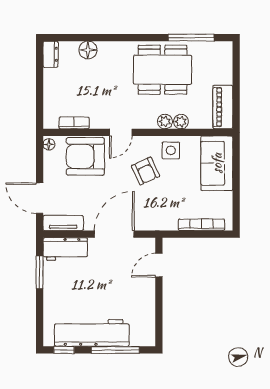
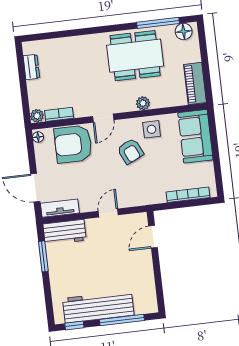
floor lamp: (88, 50) -> (184, 31), moved
dresser: (50, 54) -> (31, 67), moved
plant: (181, 122) -> (37, 116), moved
door: (114, 234) -> (108, 213), width x0.53

